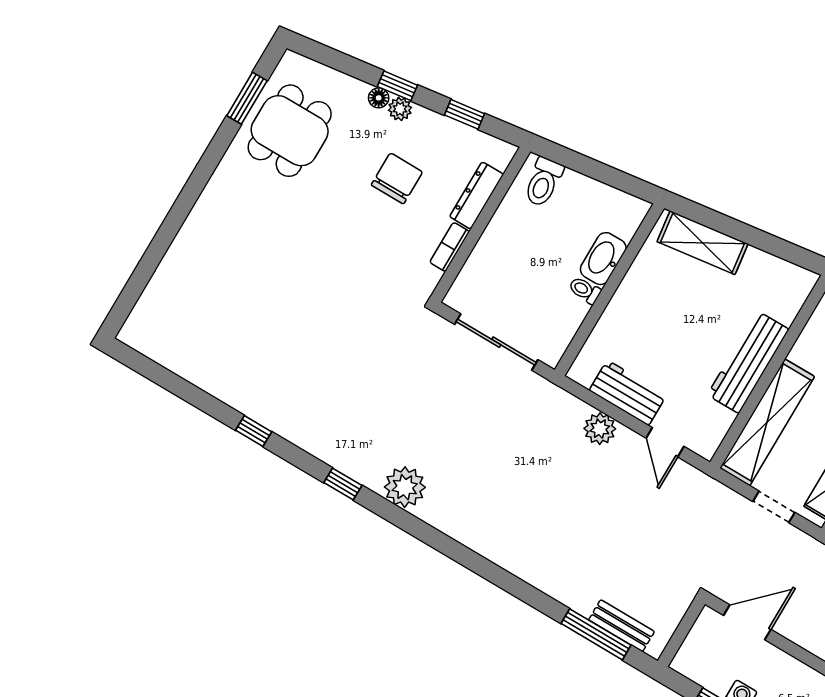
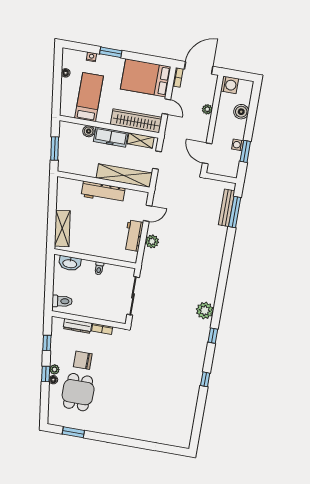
dining table: (290, 131) -> (78, 392), moved, turned 90
washbasin: (603, 259) -> (70, 263), moved
bench: (622, 626) -> (227, 208), width x1.36

